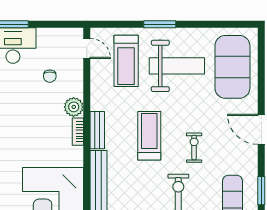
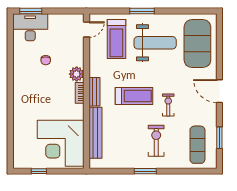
door: (87, 48) -> (86, 30), hinge flipped
chair: (50, 76) -> (46, 60), moved
treadmill: (149, 136) -> (134, 96), turned 90

